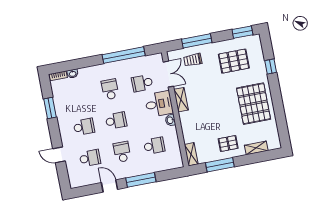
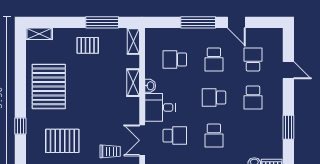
shelving: (181, 100) -> (133, 83), moved
school desk: (84, 127) -> (253, 98), turned -90
shelving: (256, 148) -> (39, 34), moved
school desk: (90, 158) -> (253, 59), turned 90

